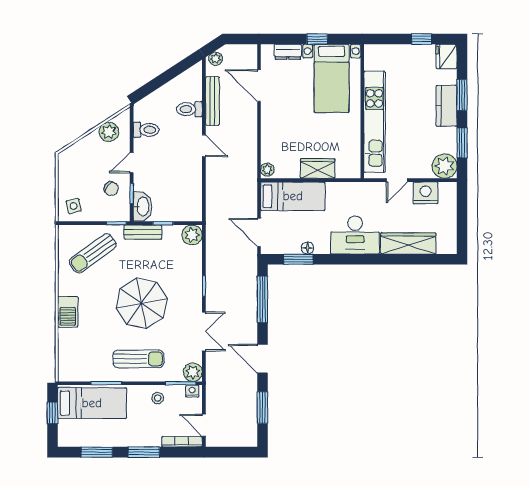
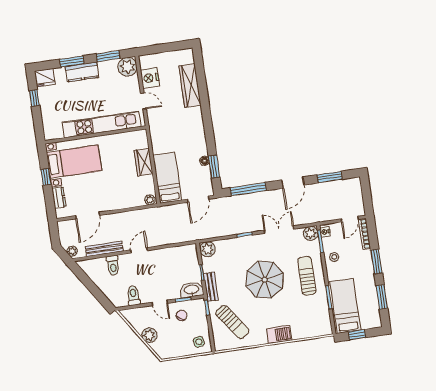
plant: (109, 132) -> (149, 335), moved
desk: (355, 235) -> (189, 126), removed

